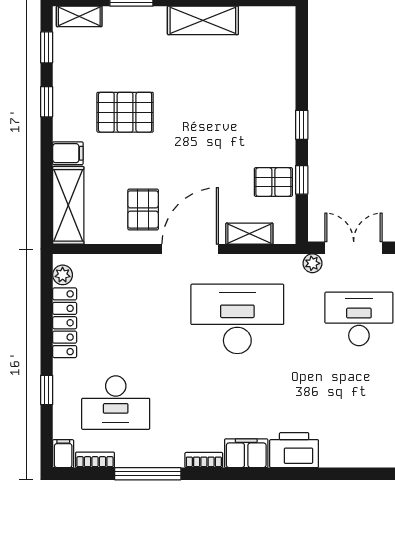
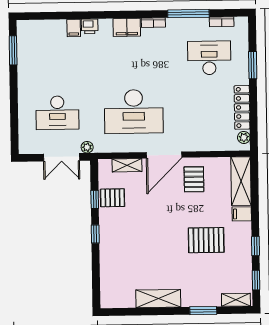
window: (47, 390) -> (253, 65), width x1.50
printer: (294, 450) -> (90, 26), width x0.53, depth x0.68
filing cabinet: (63, 454) -> (74, 28), moved

